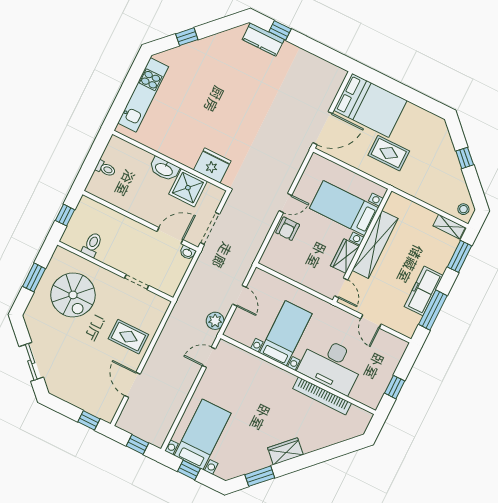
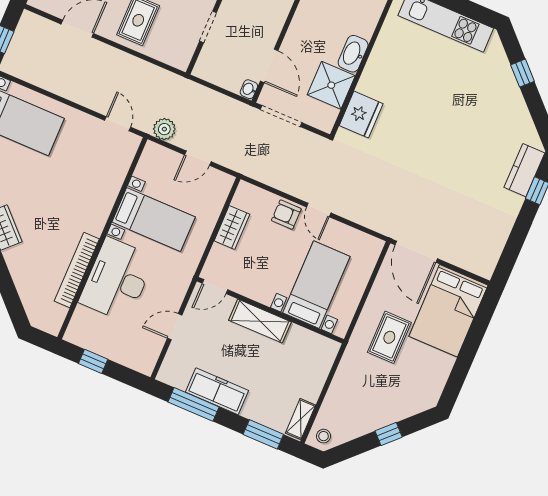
shelving: (375, 244) -> (260, 321), width x0.68
wardrobe: (345, 256) -> (232, 228), moved, turned 90

